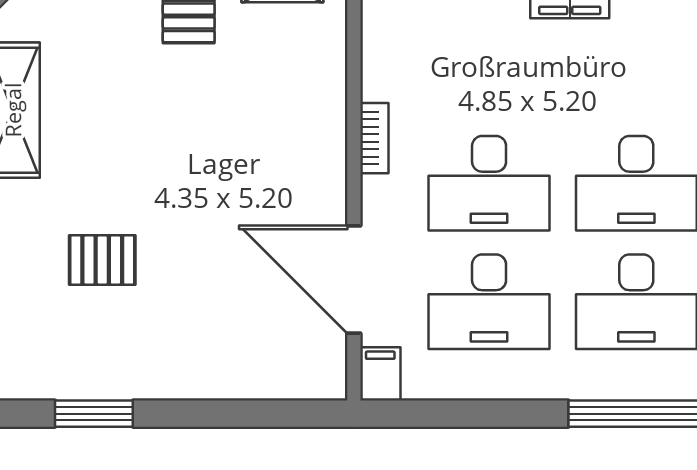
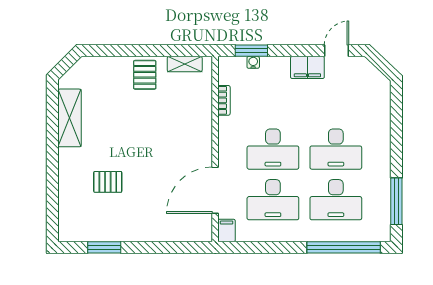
bookcase: (374, 138) -> (224, 100), moved
door: (354, 280) -> (215, 190), hinge flipped

